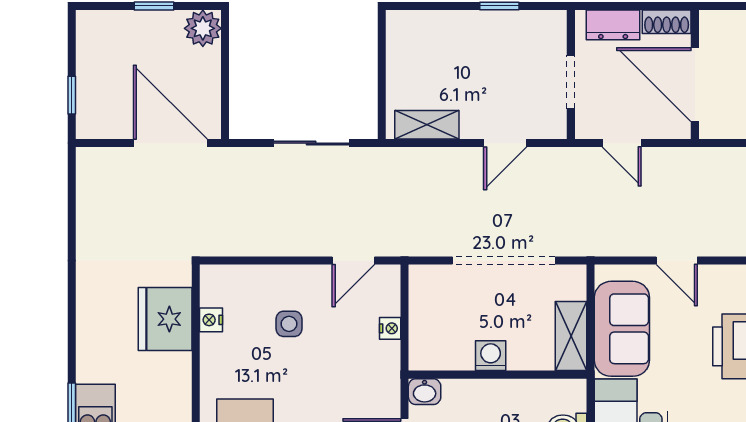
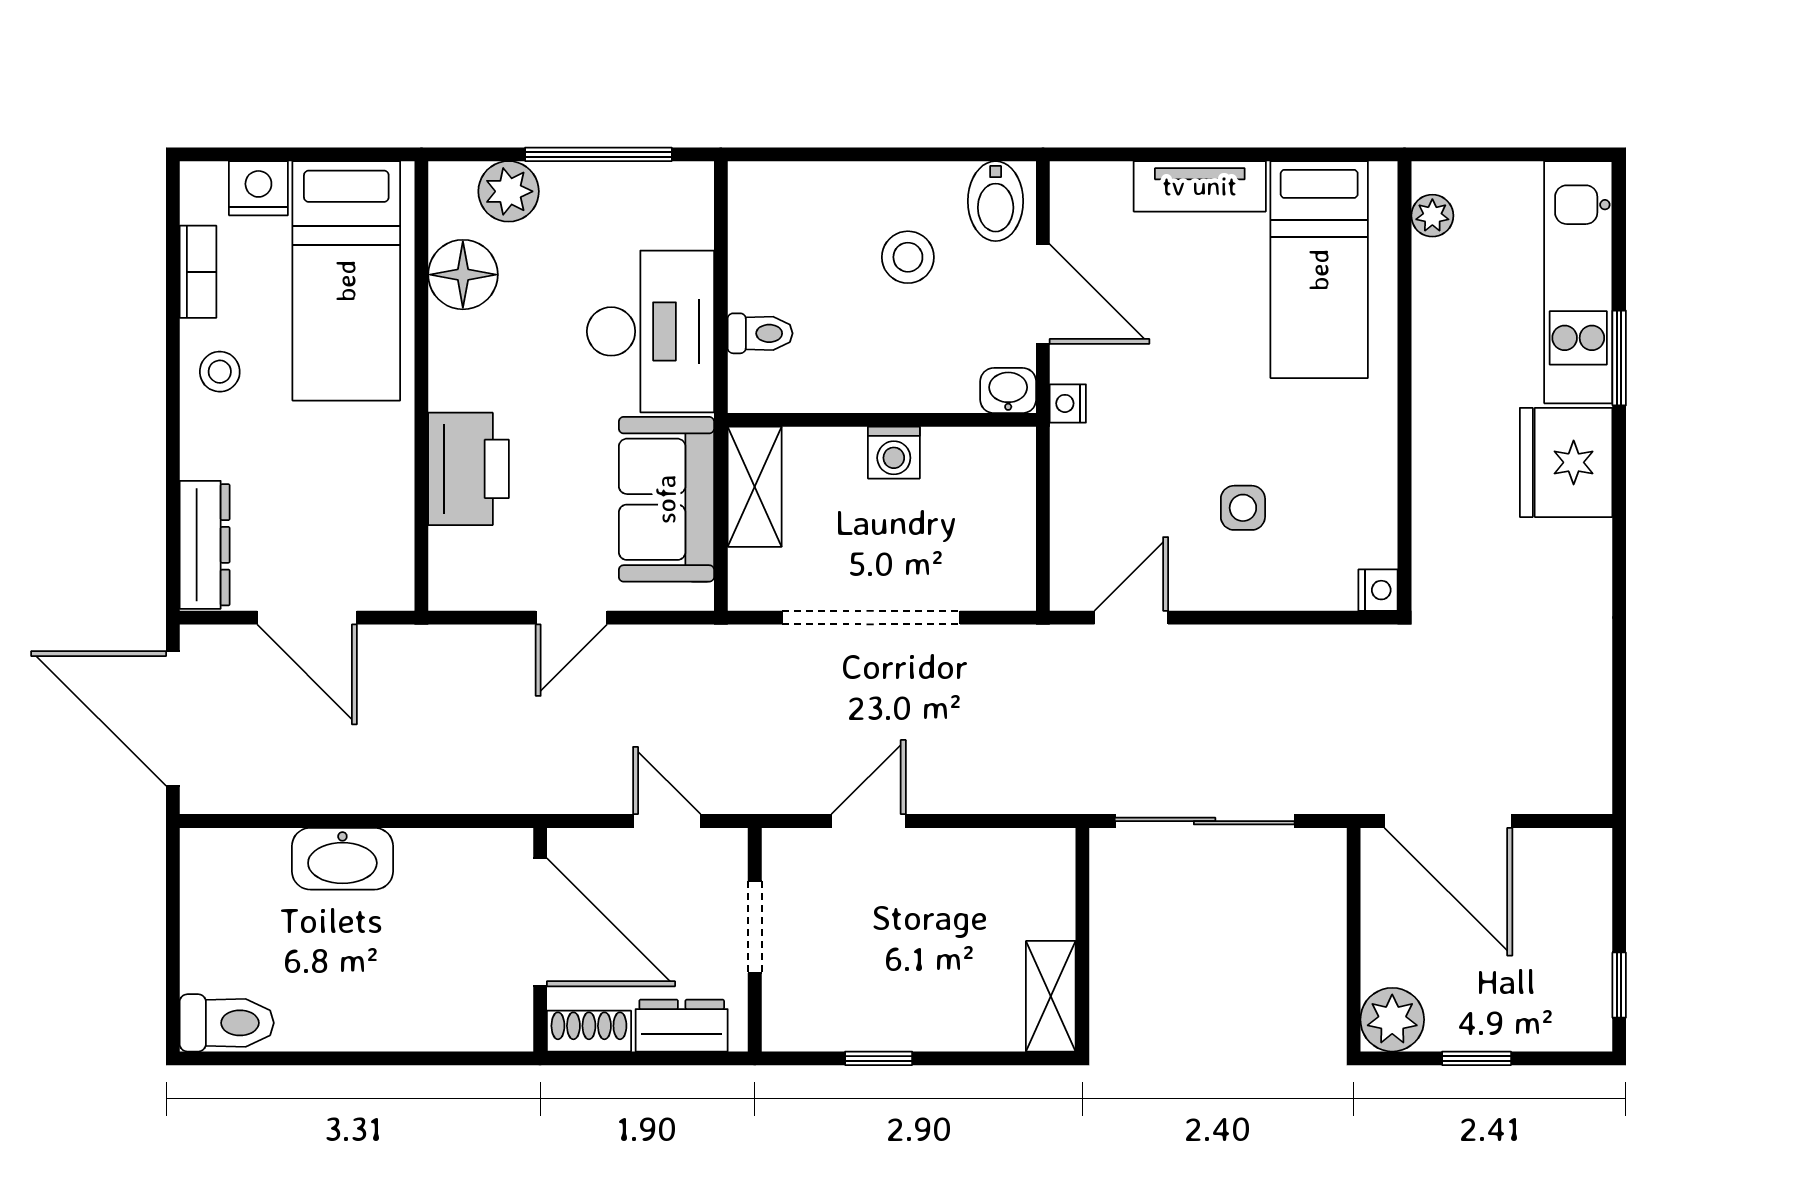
window: (72, 95) -> (1619, 985), moved
shelving: (427, 125) -> (1051, 996), moved, turned 90
sliding door: (311, 143) -> (1205, 821), width x1.37
door: (677, 260) -> (571, 618), swing flipped
fridge: (165, 319) -> (1566, 462), moved, turned 180
nightstand: (211, 320) -> (1378, 590), moved
nightstand: (390, 328) -> (1068, 403), moved

